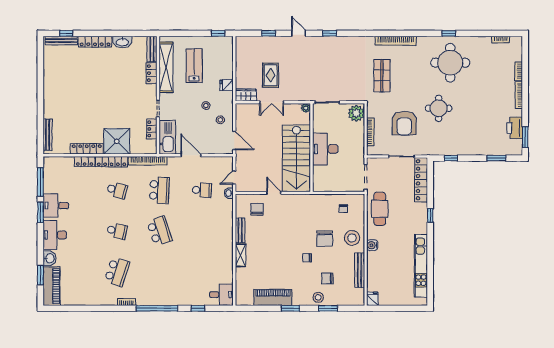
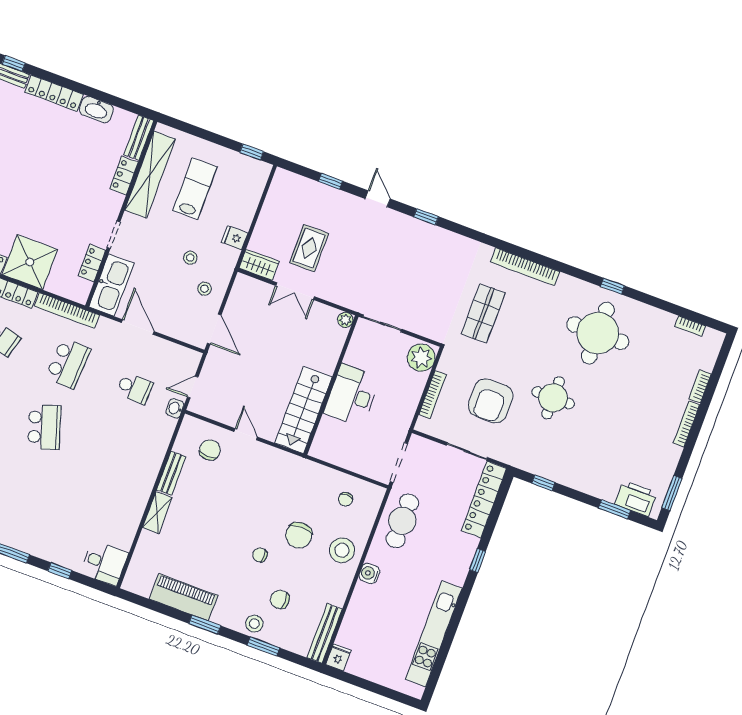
printer: (515, 128) -> (636, 498), moved, turned 90
stairs: (296, 158) -> (303, 410), width x0.73, depth x0.66
bench: (360, 270) -> (325, 633), moved

